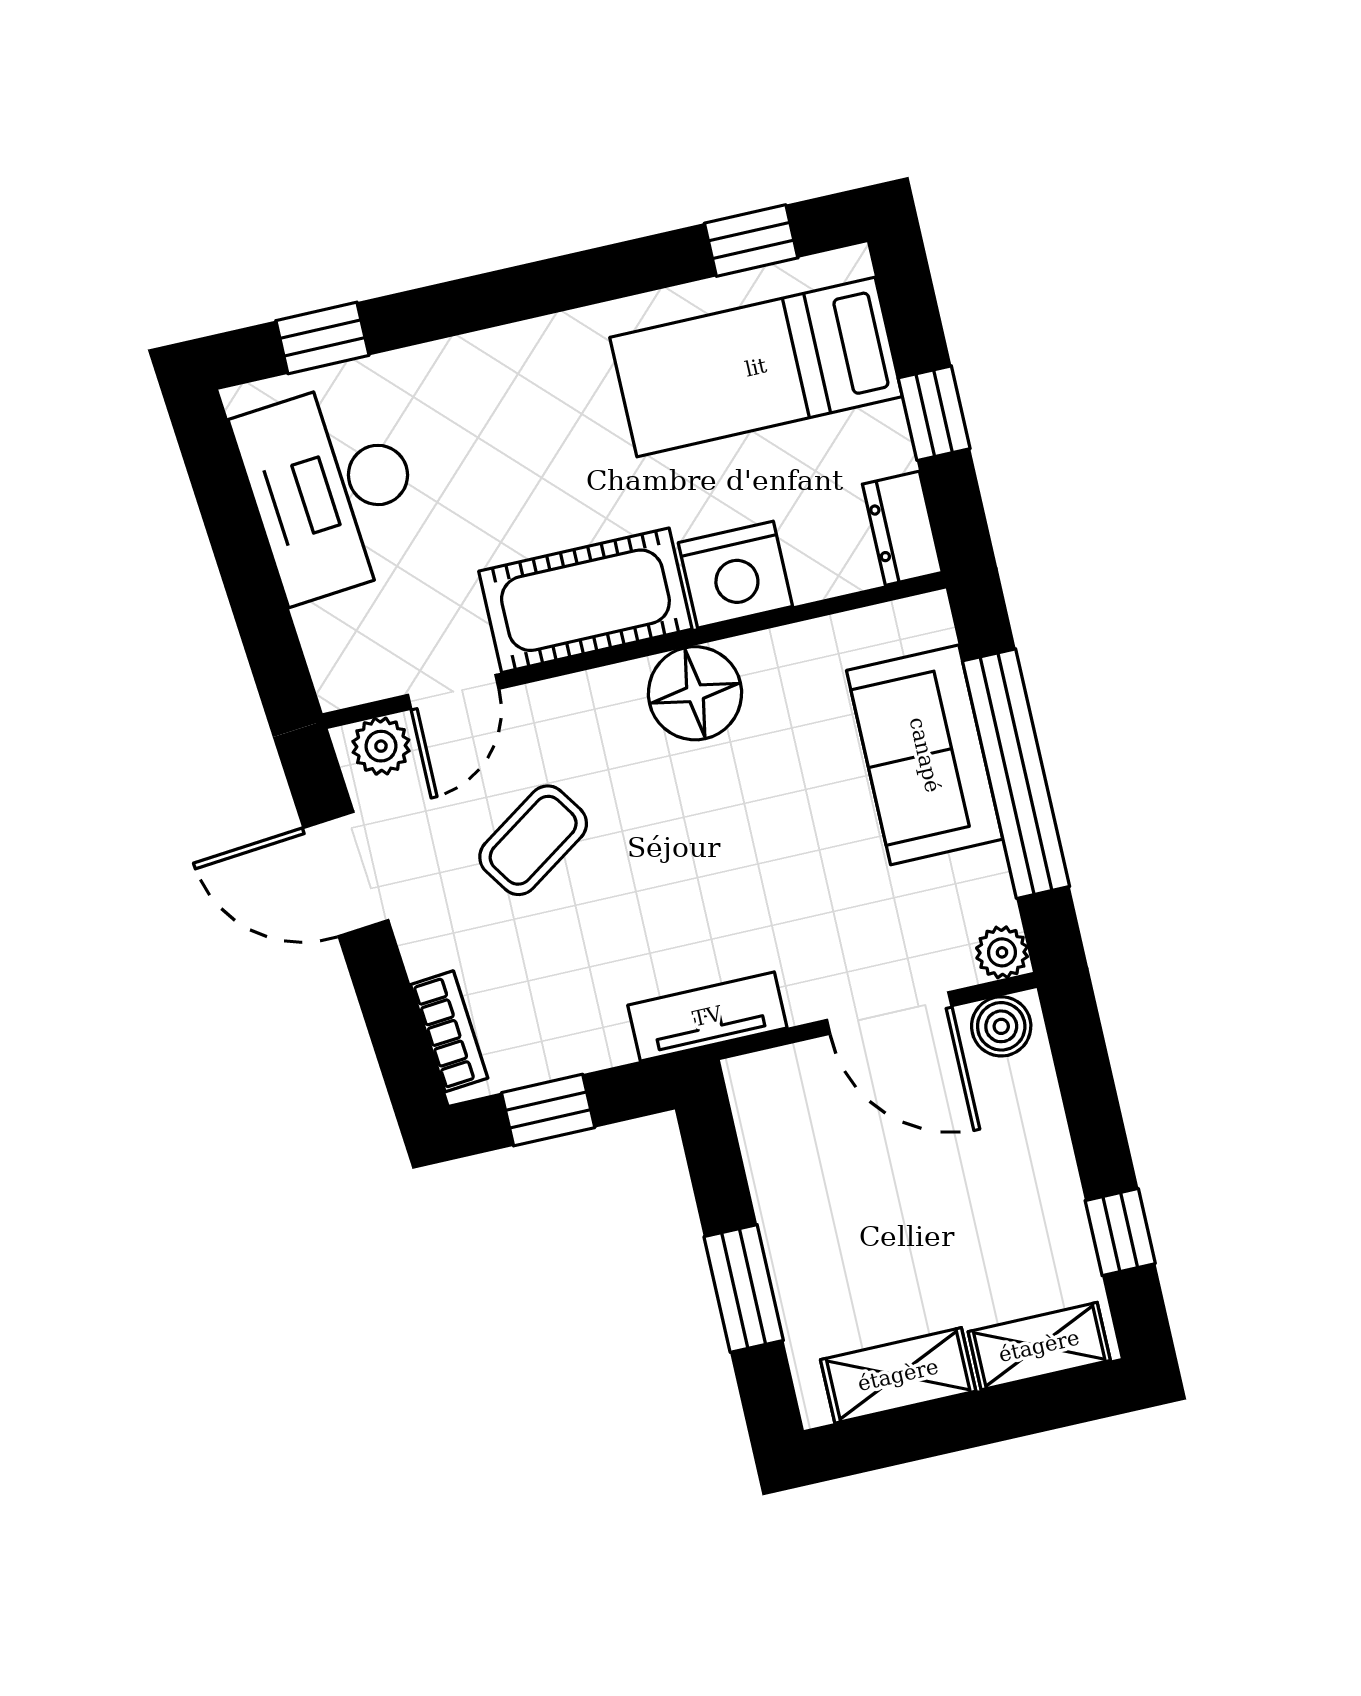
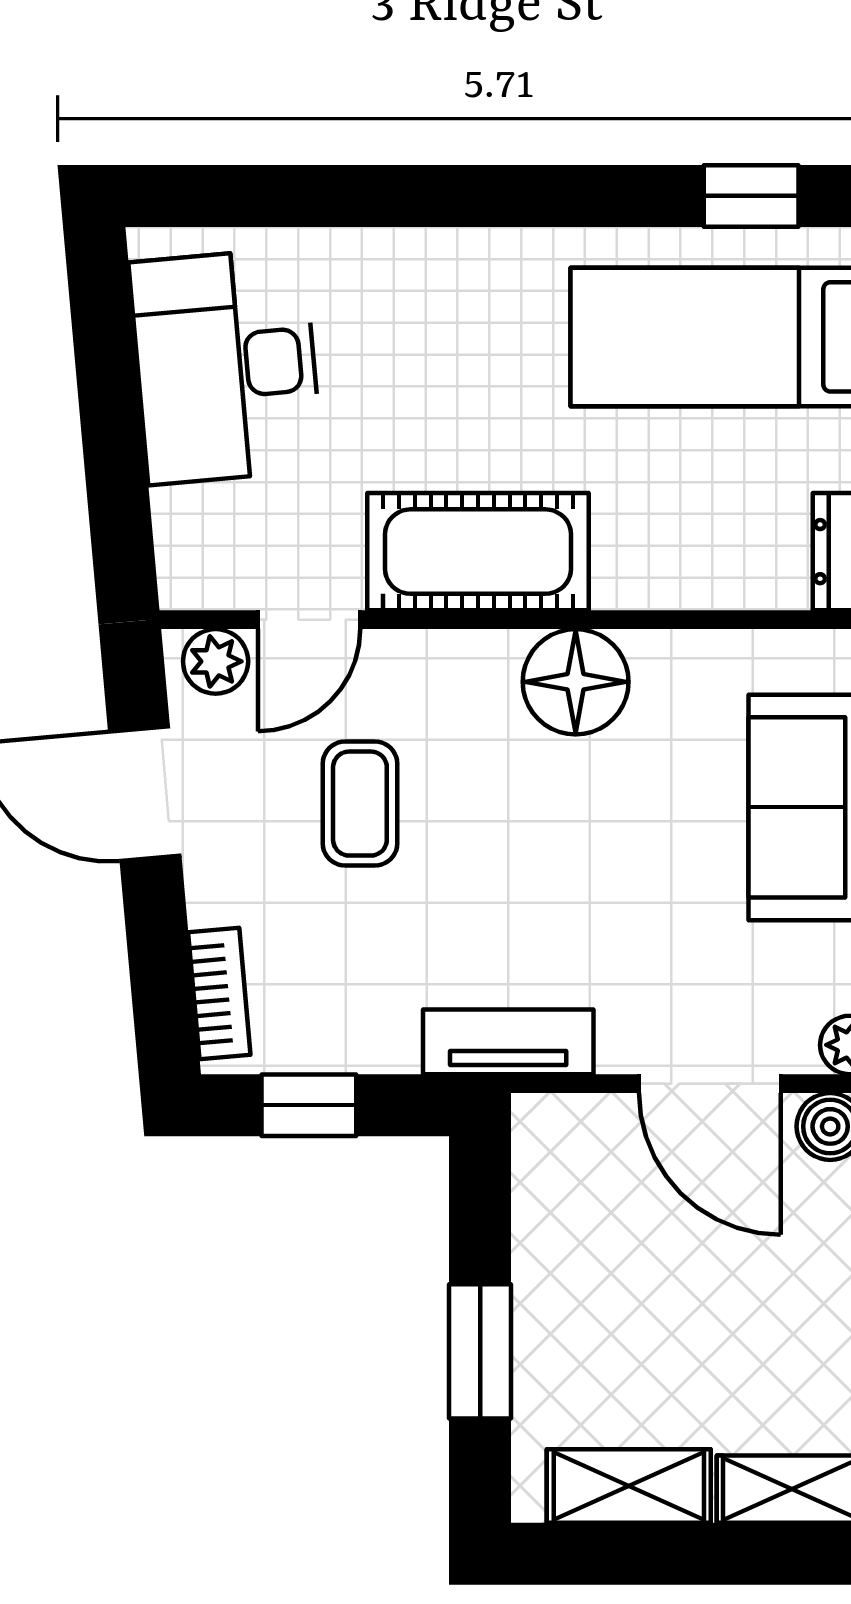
window: (322, 338) -> (253, 196), removed
nightstand: (735, 575) -> (650, 561), removed
coffee table: (533, 840) -> (360, 804), turned -56

